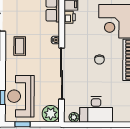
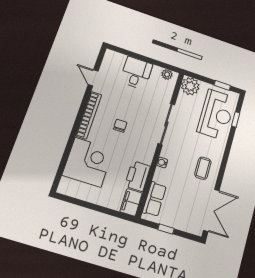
printer: (70, 17) -> (138, 176), width x1.87, depth x1.48
sliding door: (62, 74) -> (166, 124), width x0.73
desk: (96, 109) -> (136, 73), width x0.73

